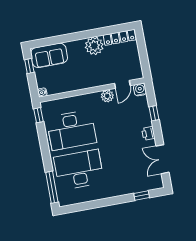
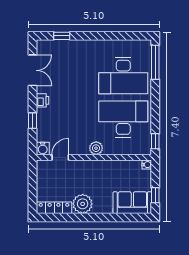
plant: (107, 96) -> (96, 148), moved

